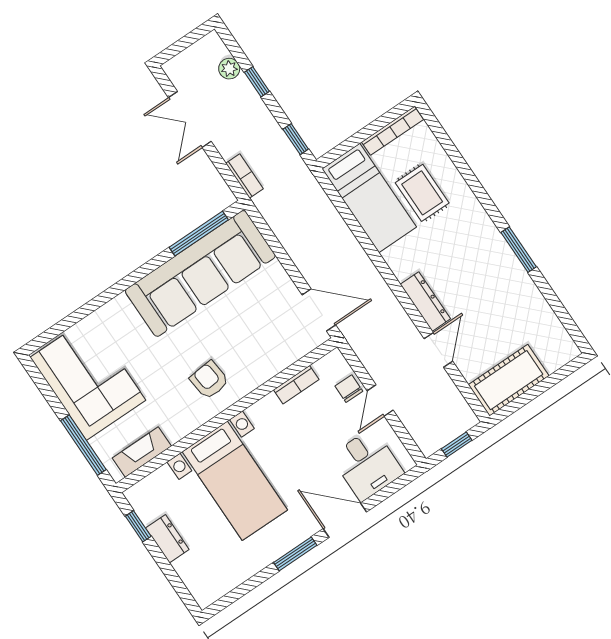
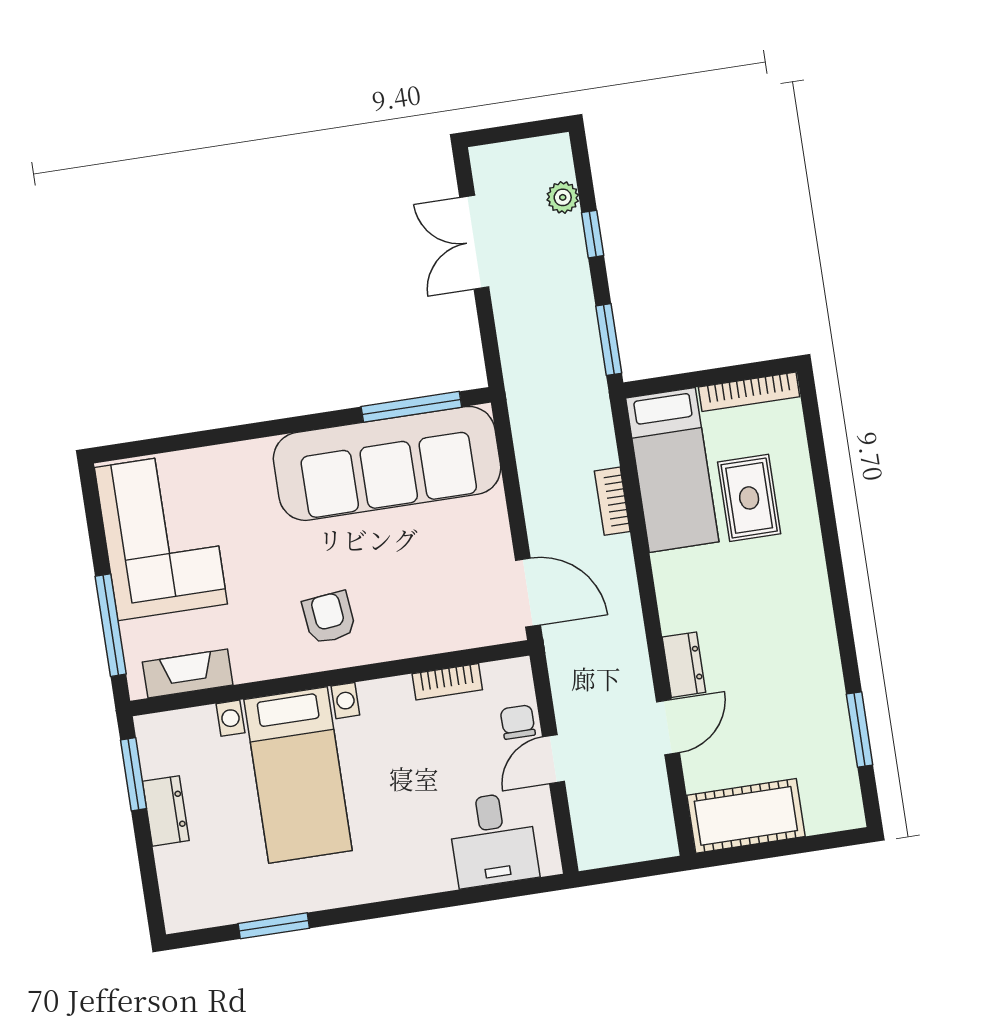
window: (296, 139) -> (609, 340), width x1.50
bookcase: (245, 176) -> (612, 501), moved, turned 180
window: (519, 250) -> (860, 729), moved
dresser: (425, 302) -> (684, 665), width x0.70
window: (457, 445) -> (631, 871), removed
door: (345, 520) -> (425, 903), removed
window: (138, 526) -> (133, 774), width x1.50
window: (295, 554) -> (274, 926), moved

